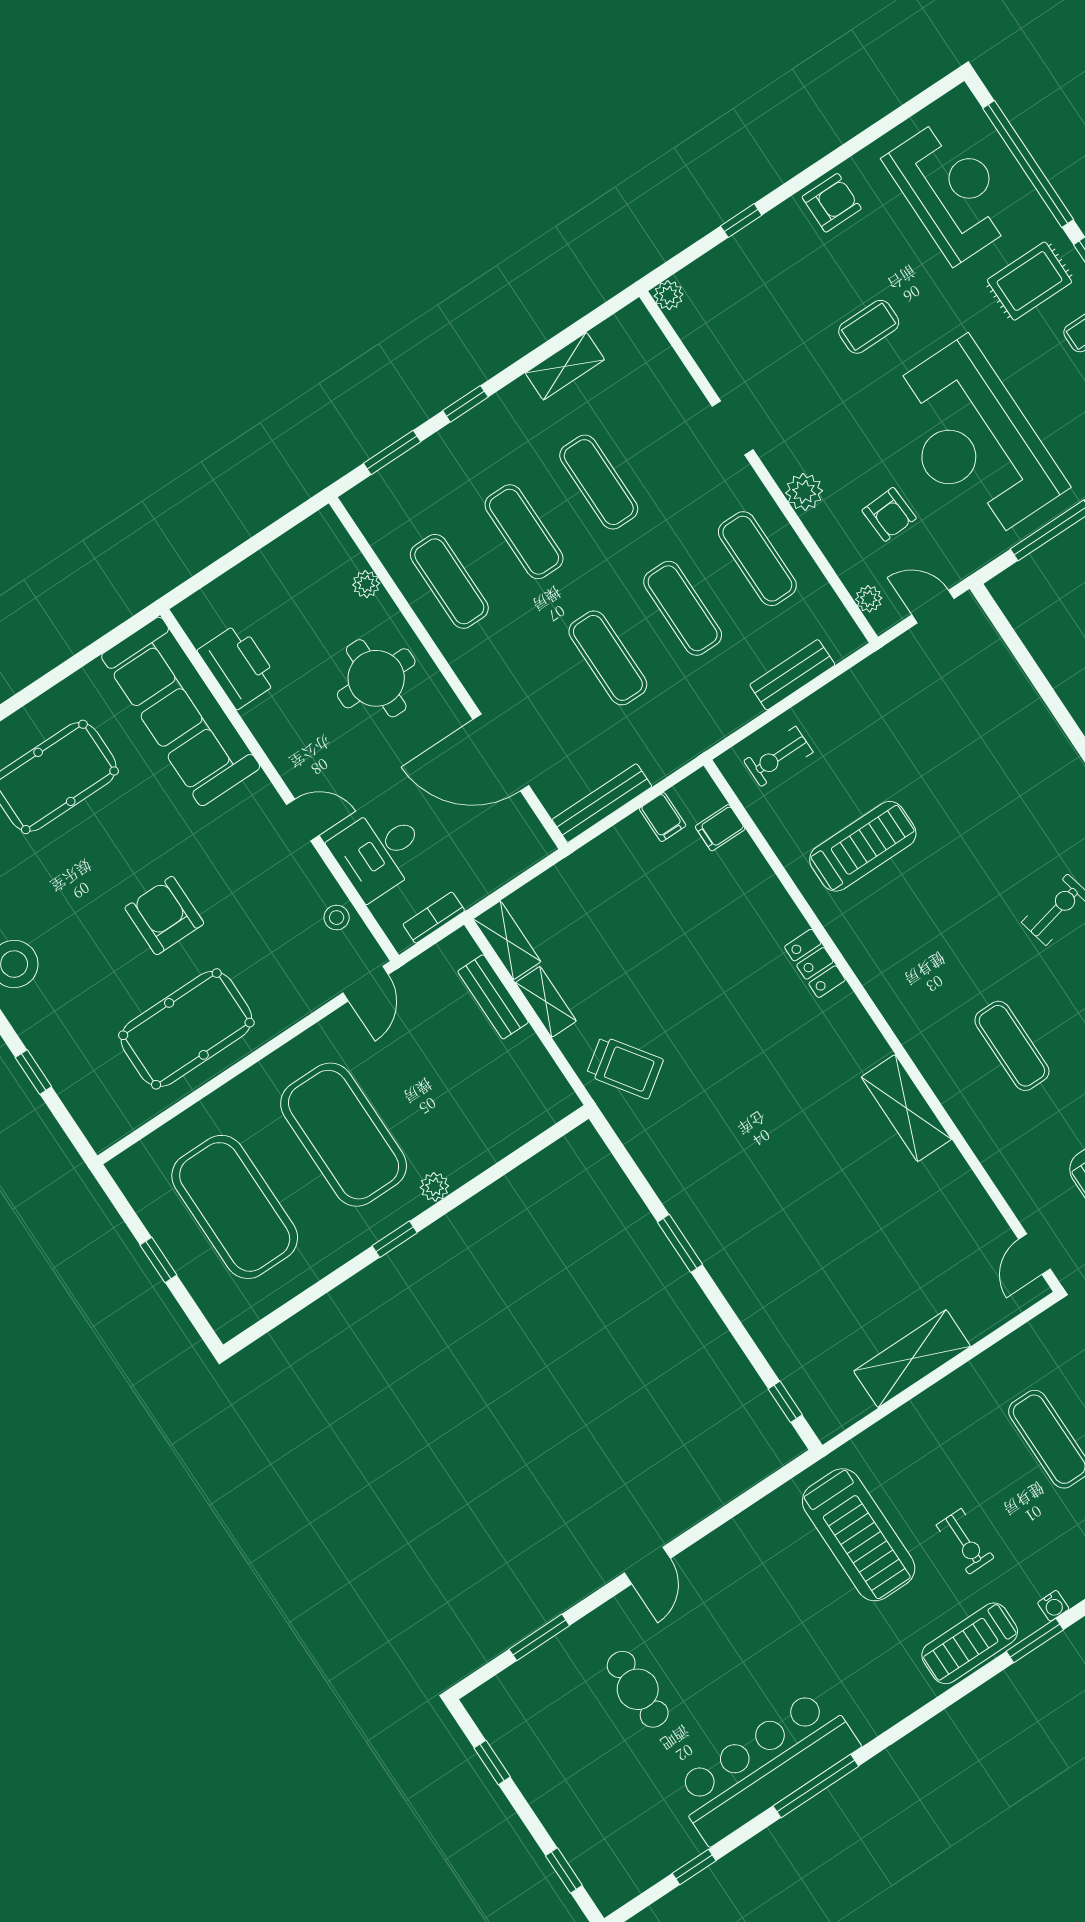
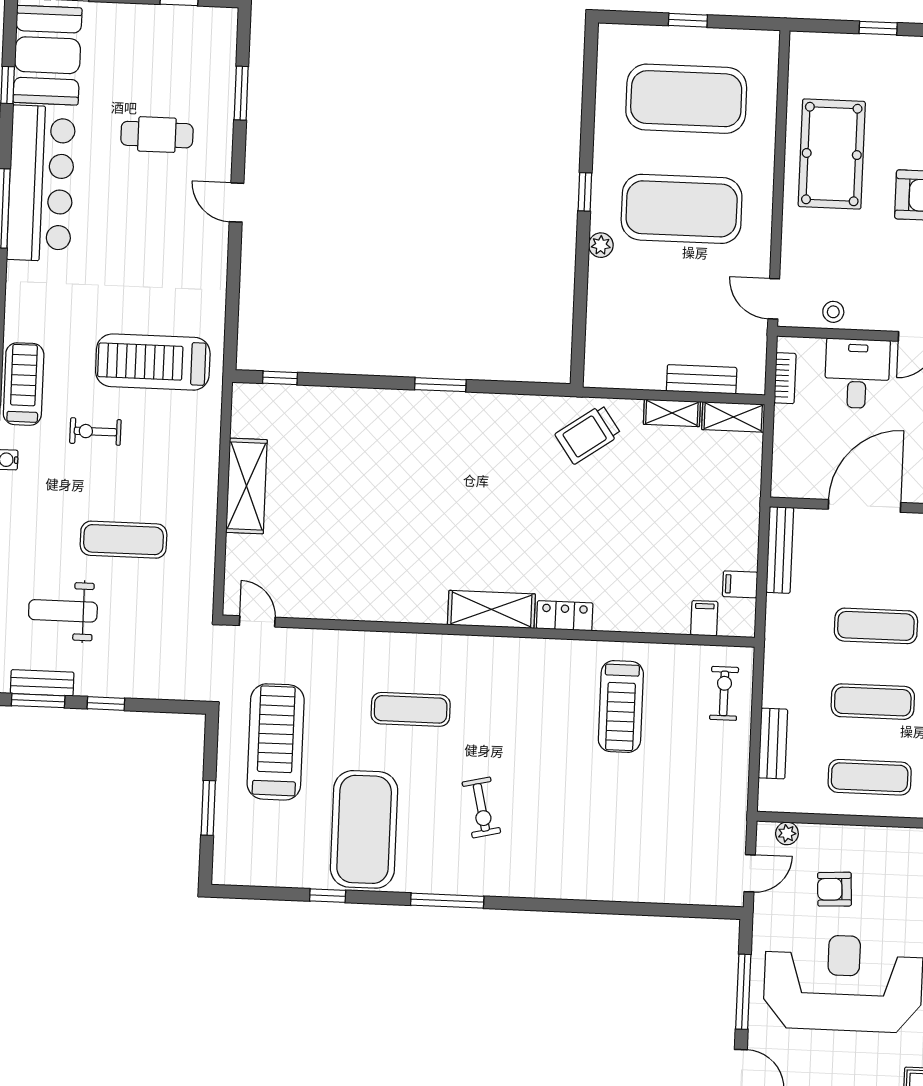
plant: (804, 492) -> (892, 842), removed
shelving: (906, 1108) -> (491, 609), moved
booth: (638, 1849) -> (47, 55), added

